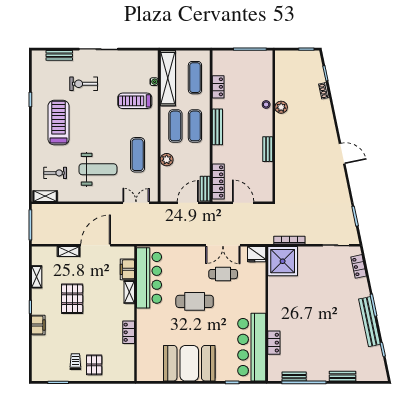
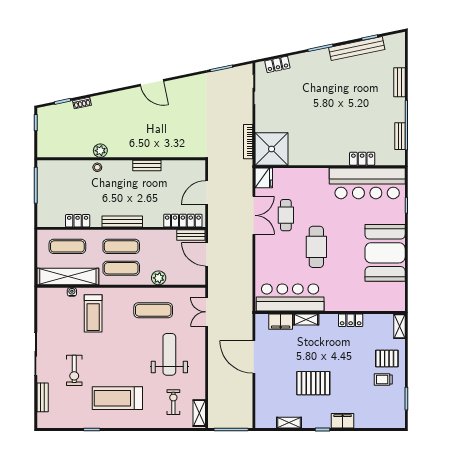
door: (342, 154) -> (152, 83), swing flipped
shelving: (69, 252) -> (399, 326), moved
bench: (370, 322) -> (357, 49), moved

